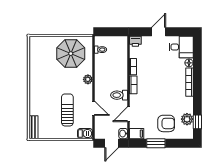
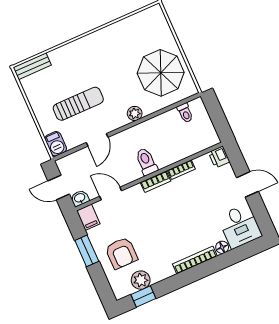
toilet: (119, 95) -> (146, 162), moved

